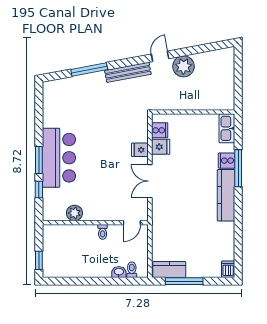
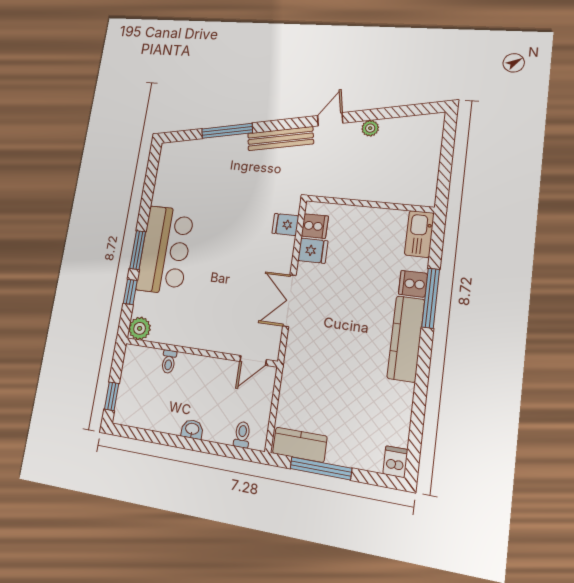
plant: (183, 66) -> (370, 128), width x0.53, depth x0.53
fridge: (140, 150) -> (285, 225), moved
plant: (74, 213) -> (140, 328), moved
toilet: (103, 232) -> (169, 362), moved
washbasin: (119, 272) -> (192, 429), moved

